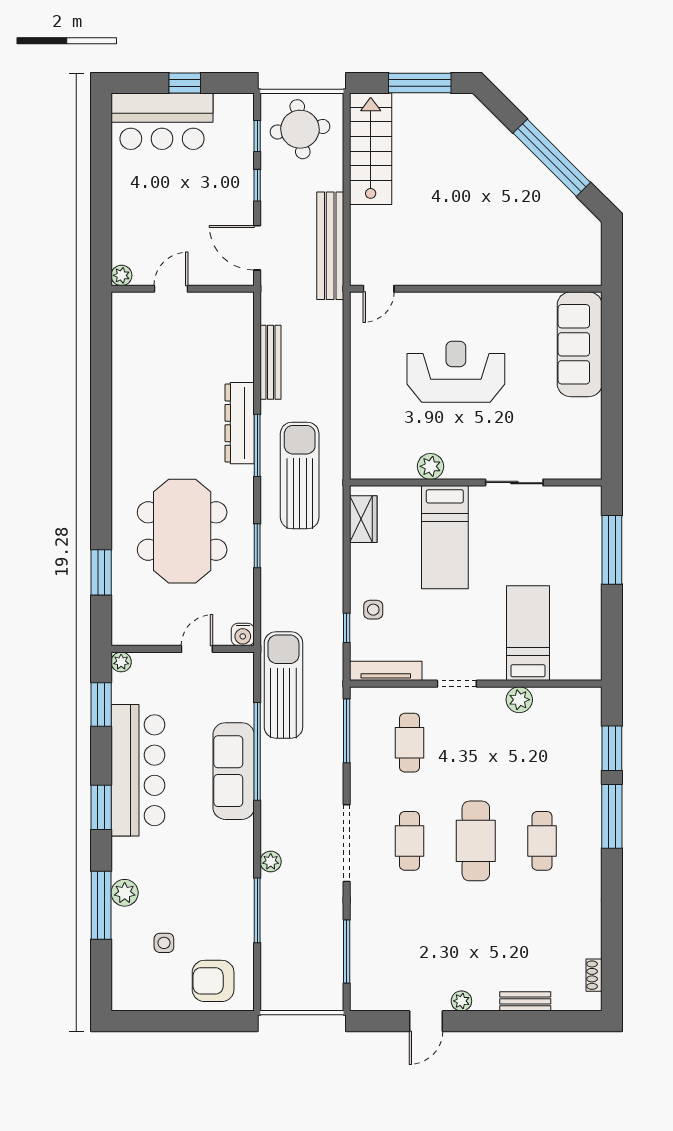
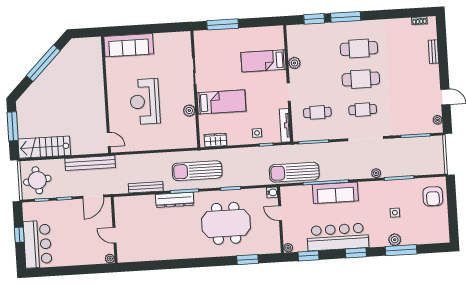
cafe table: (542, 841) -> (359, 48), width x1.37, depth x1.35
side table: (164, 943) -> (395, 213), moved
plant: (461, 1001) -> (437, 120), moved

